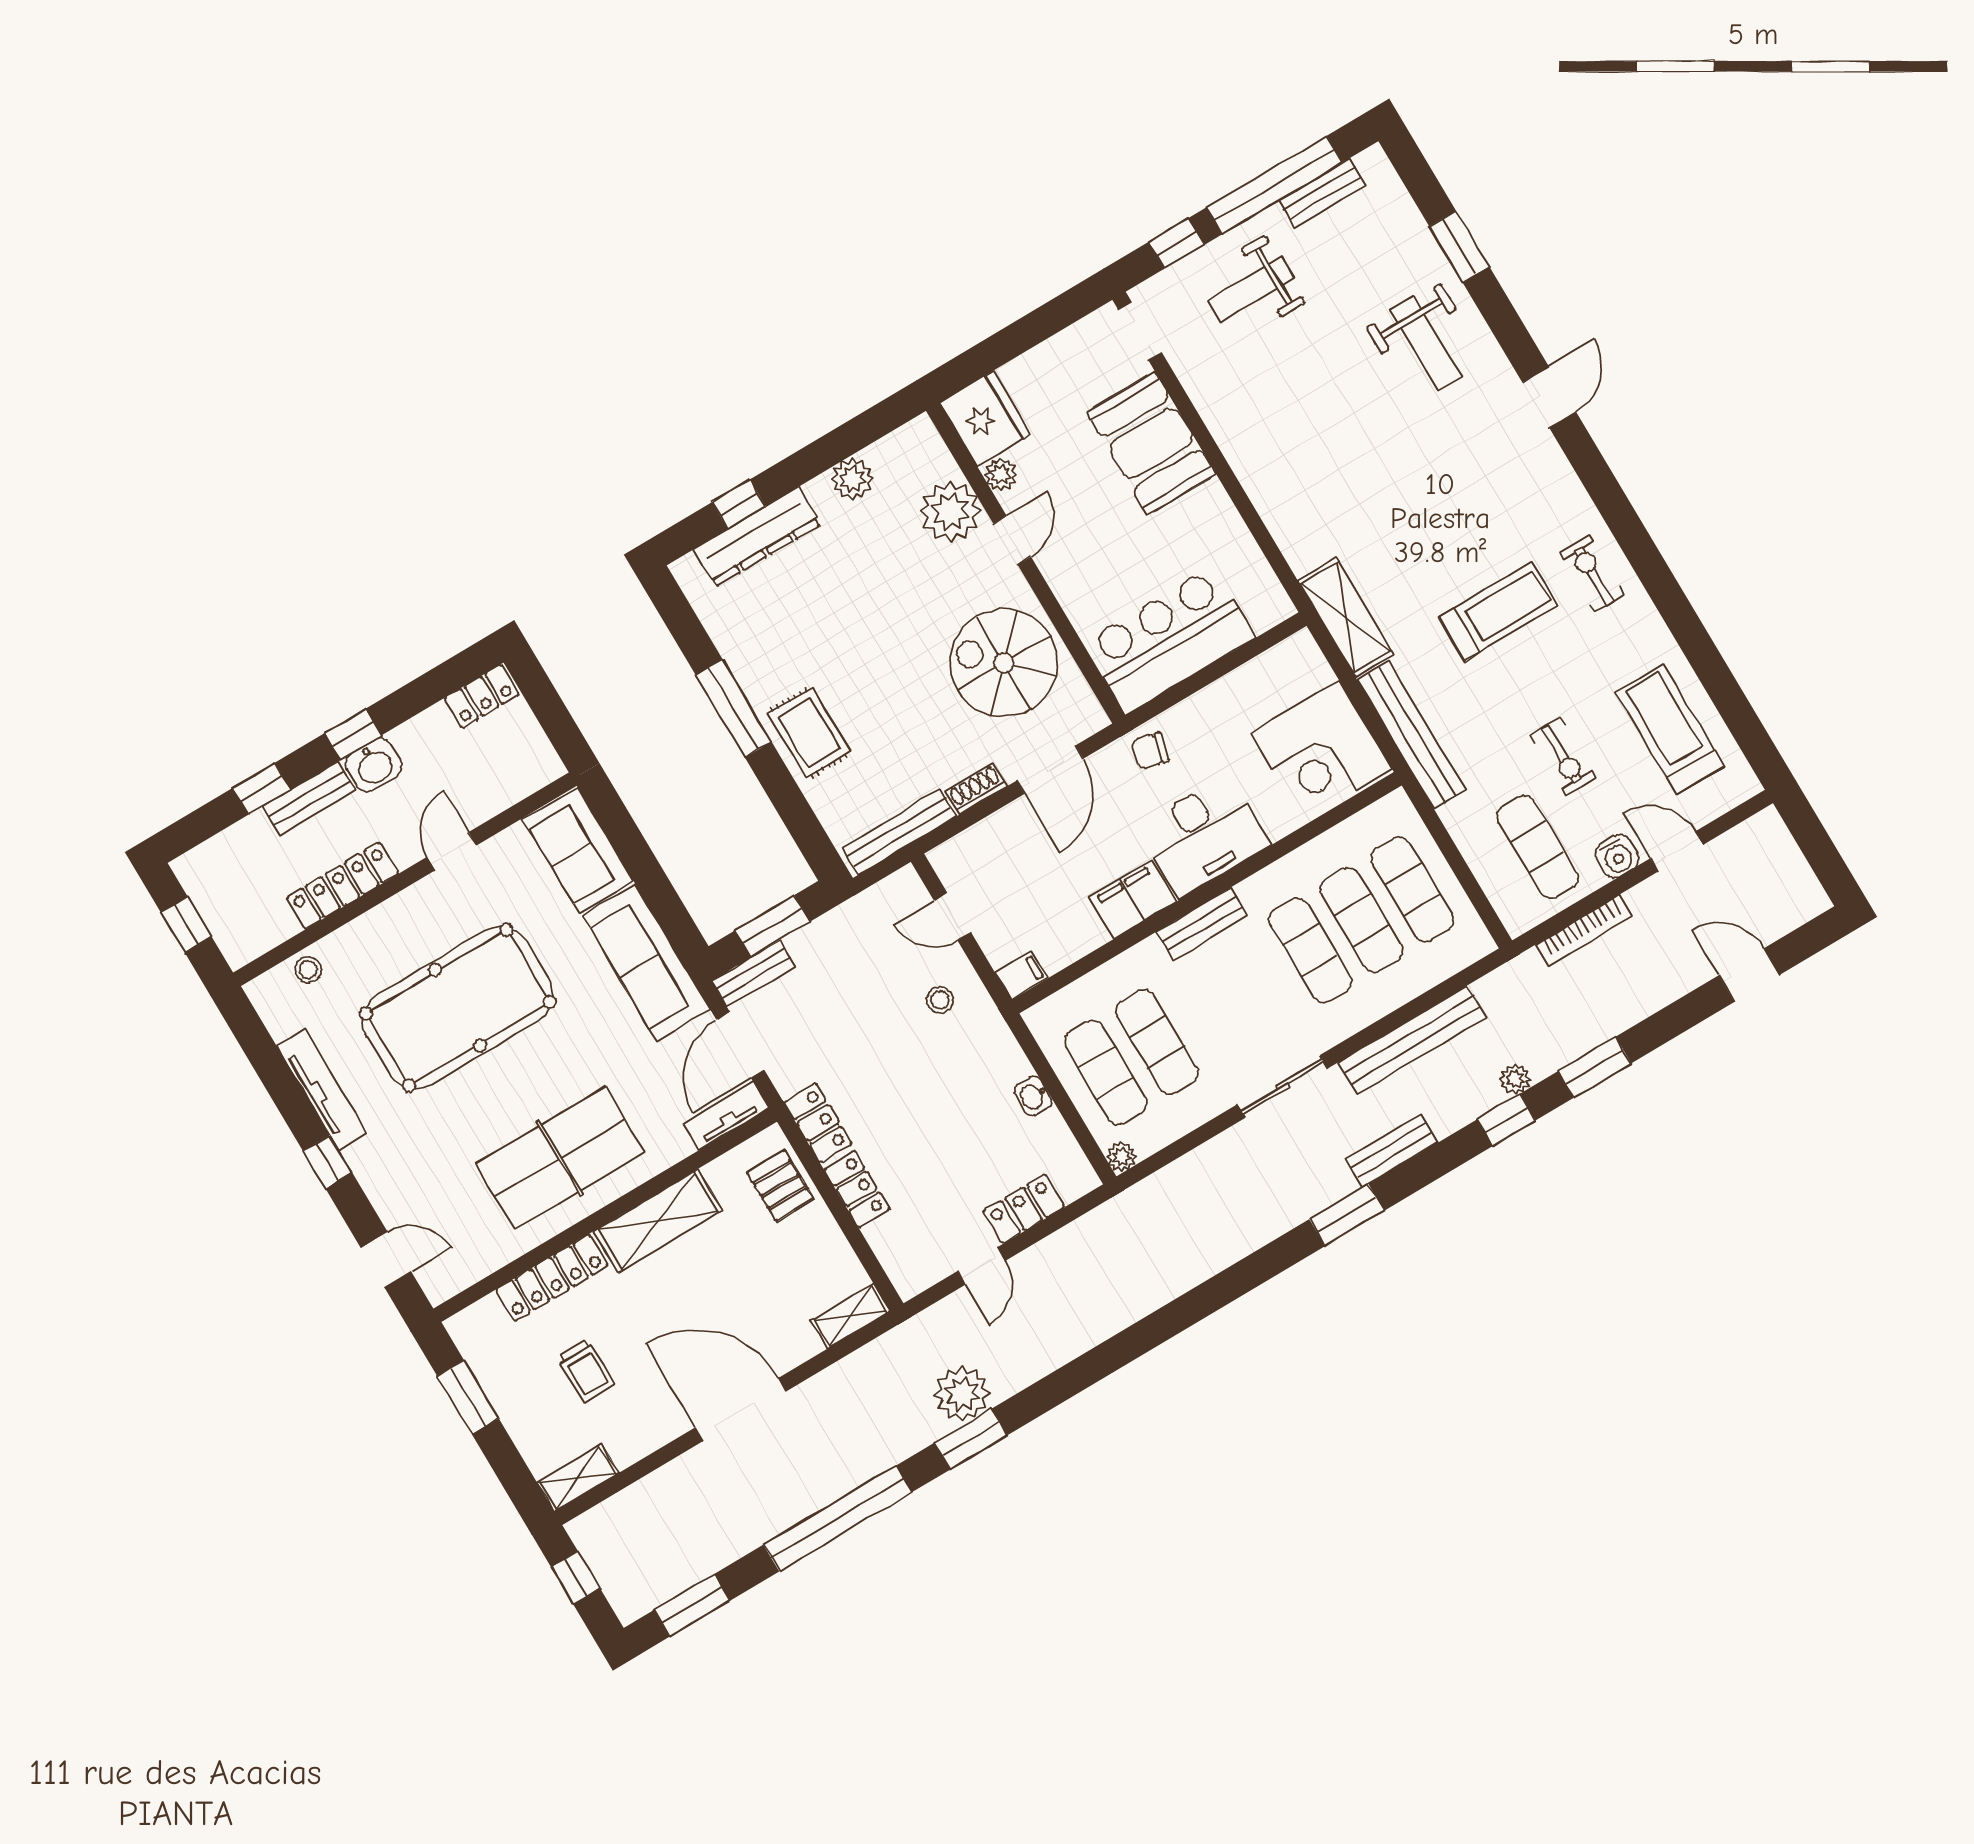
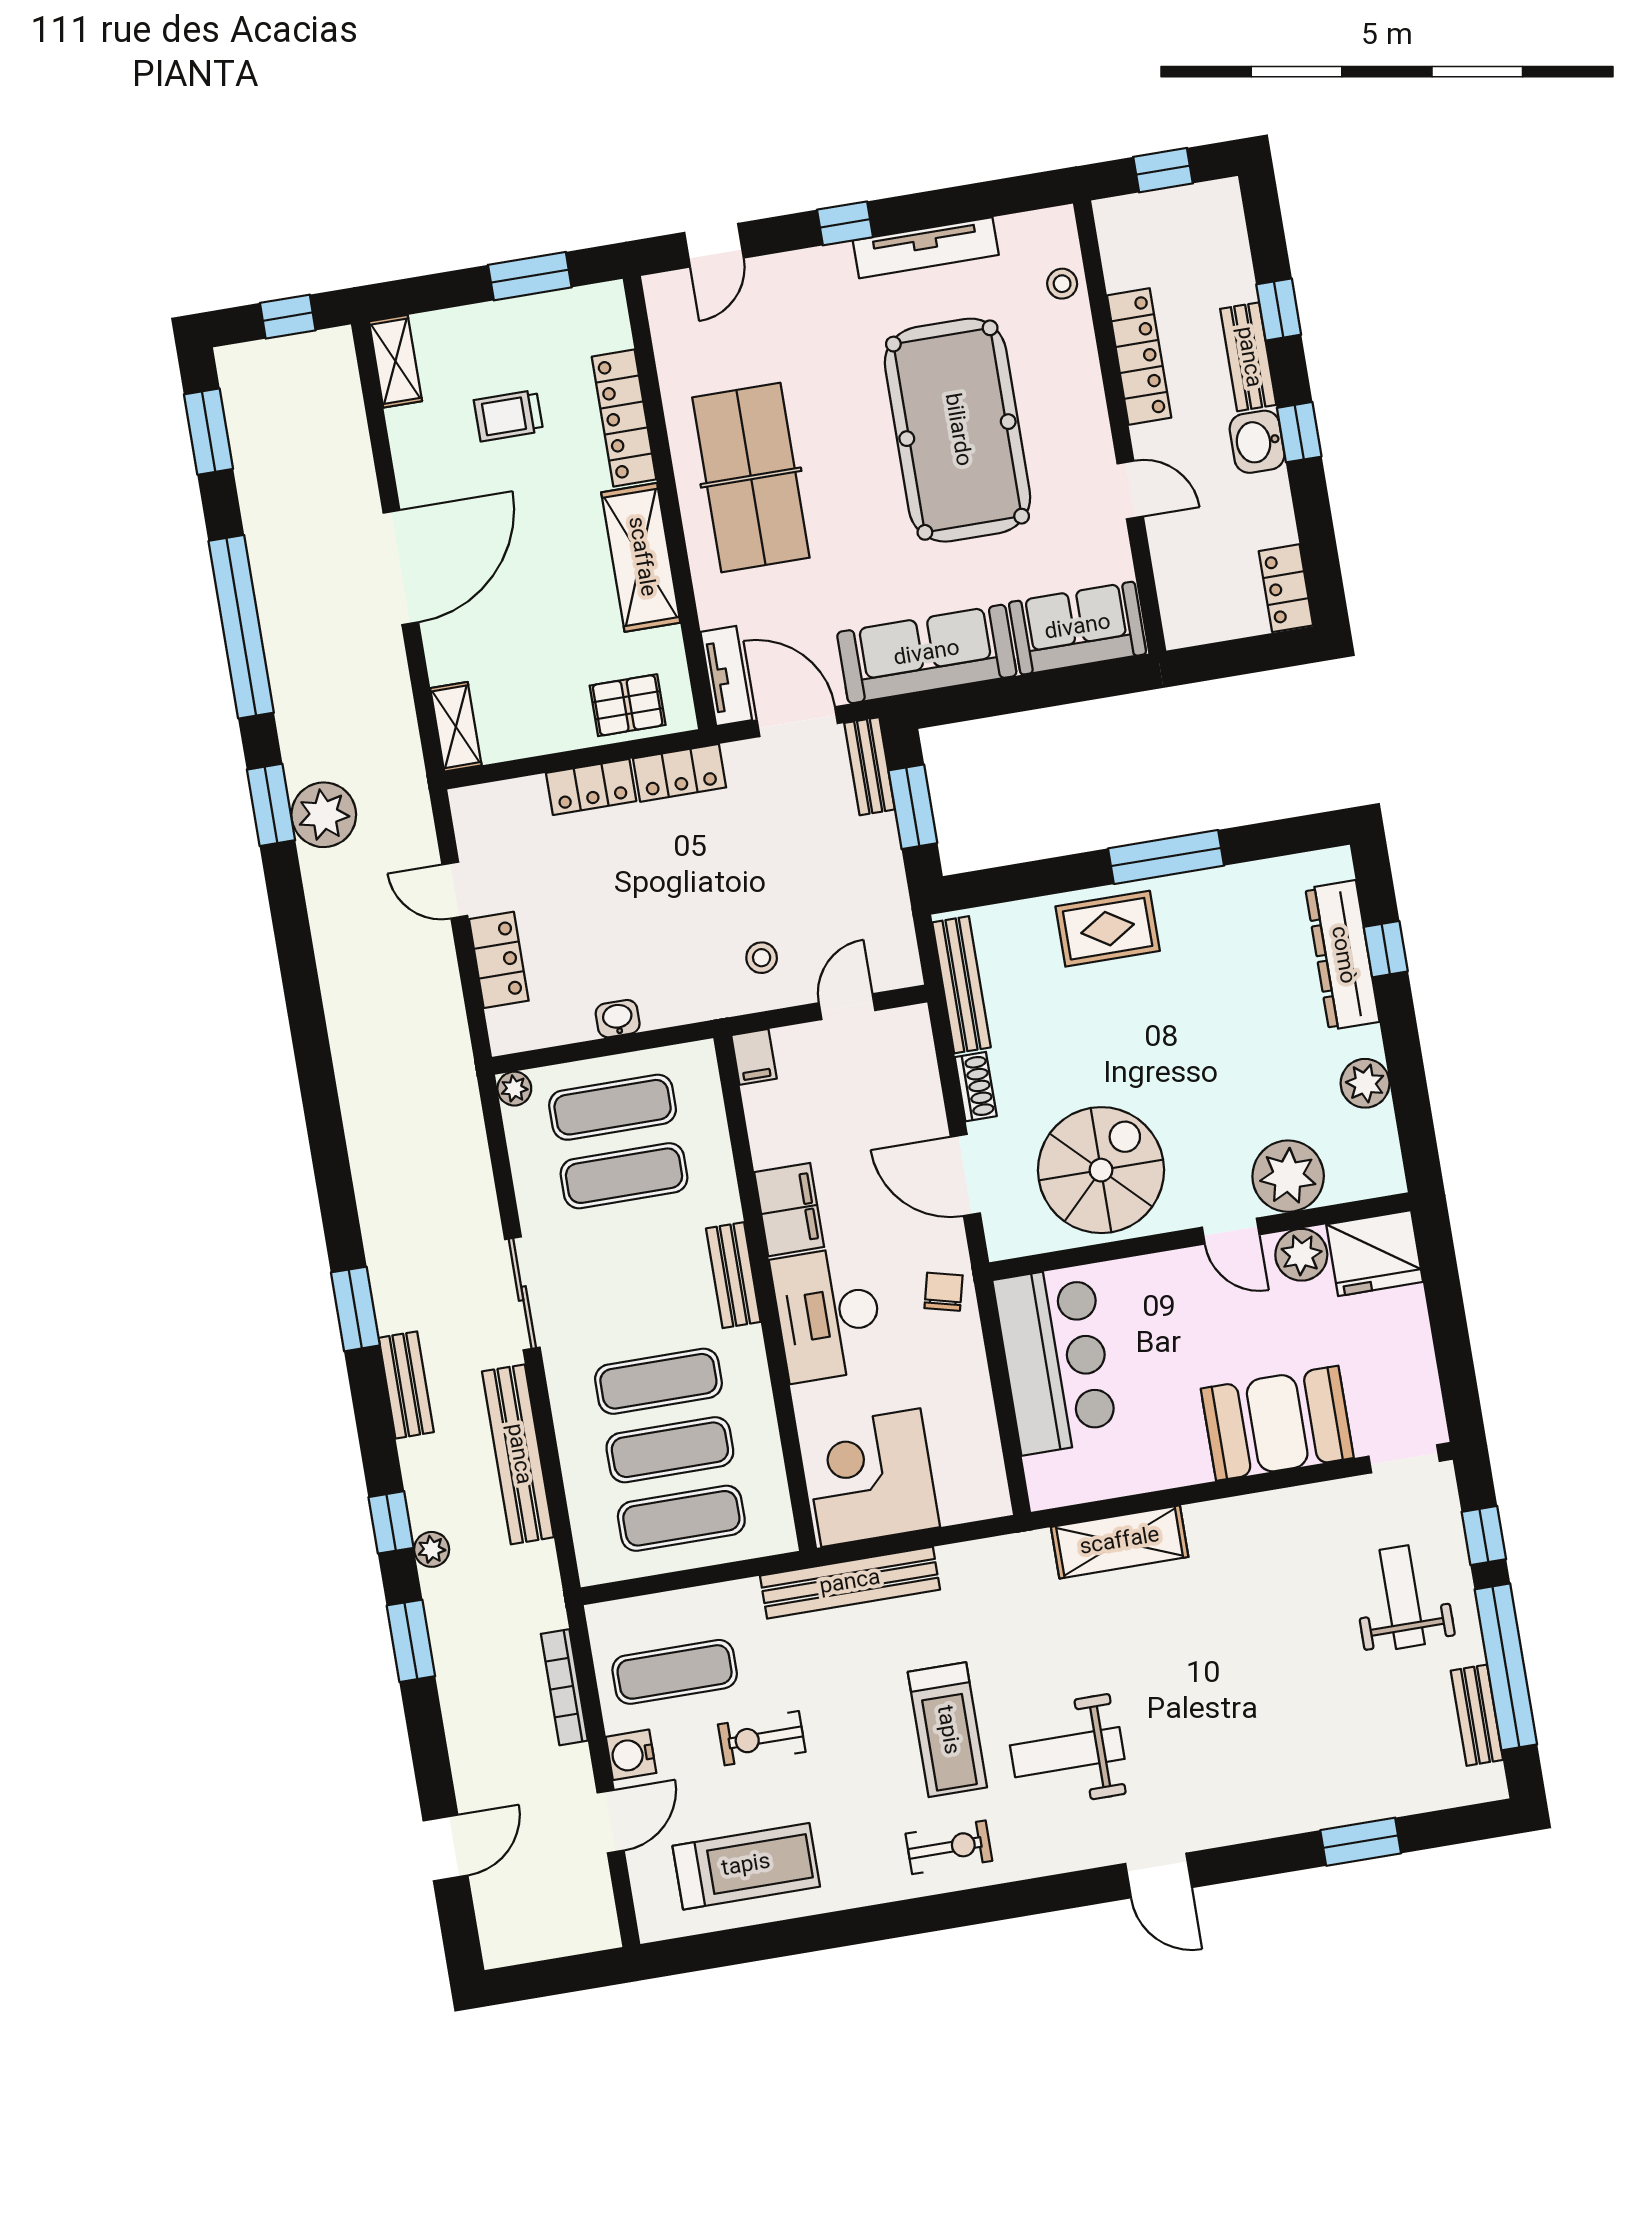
weight bench: (1426, 343) -> (1067, 1752), moved
plant: (1001, 474) -> (1301, 1255), width x1.38, depth x1.38
shelving: (1346, 618) -> (1120, 1542), moved

